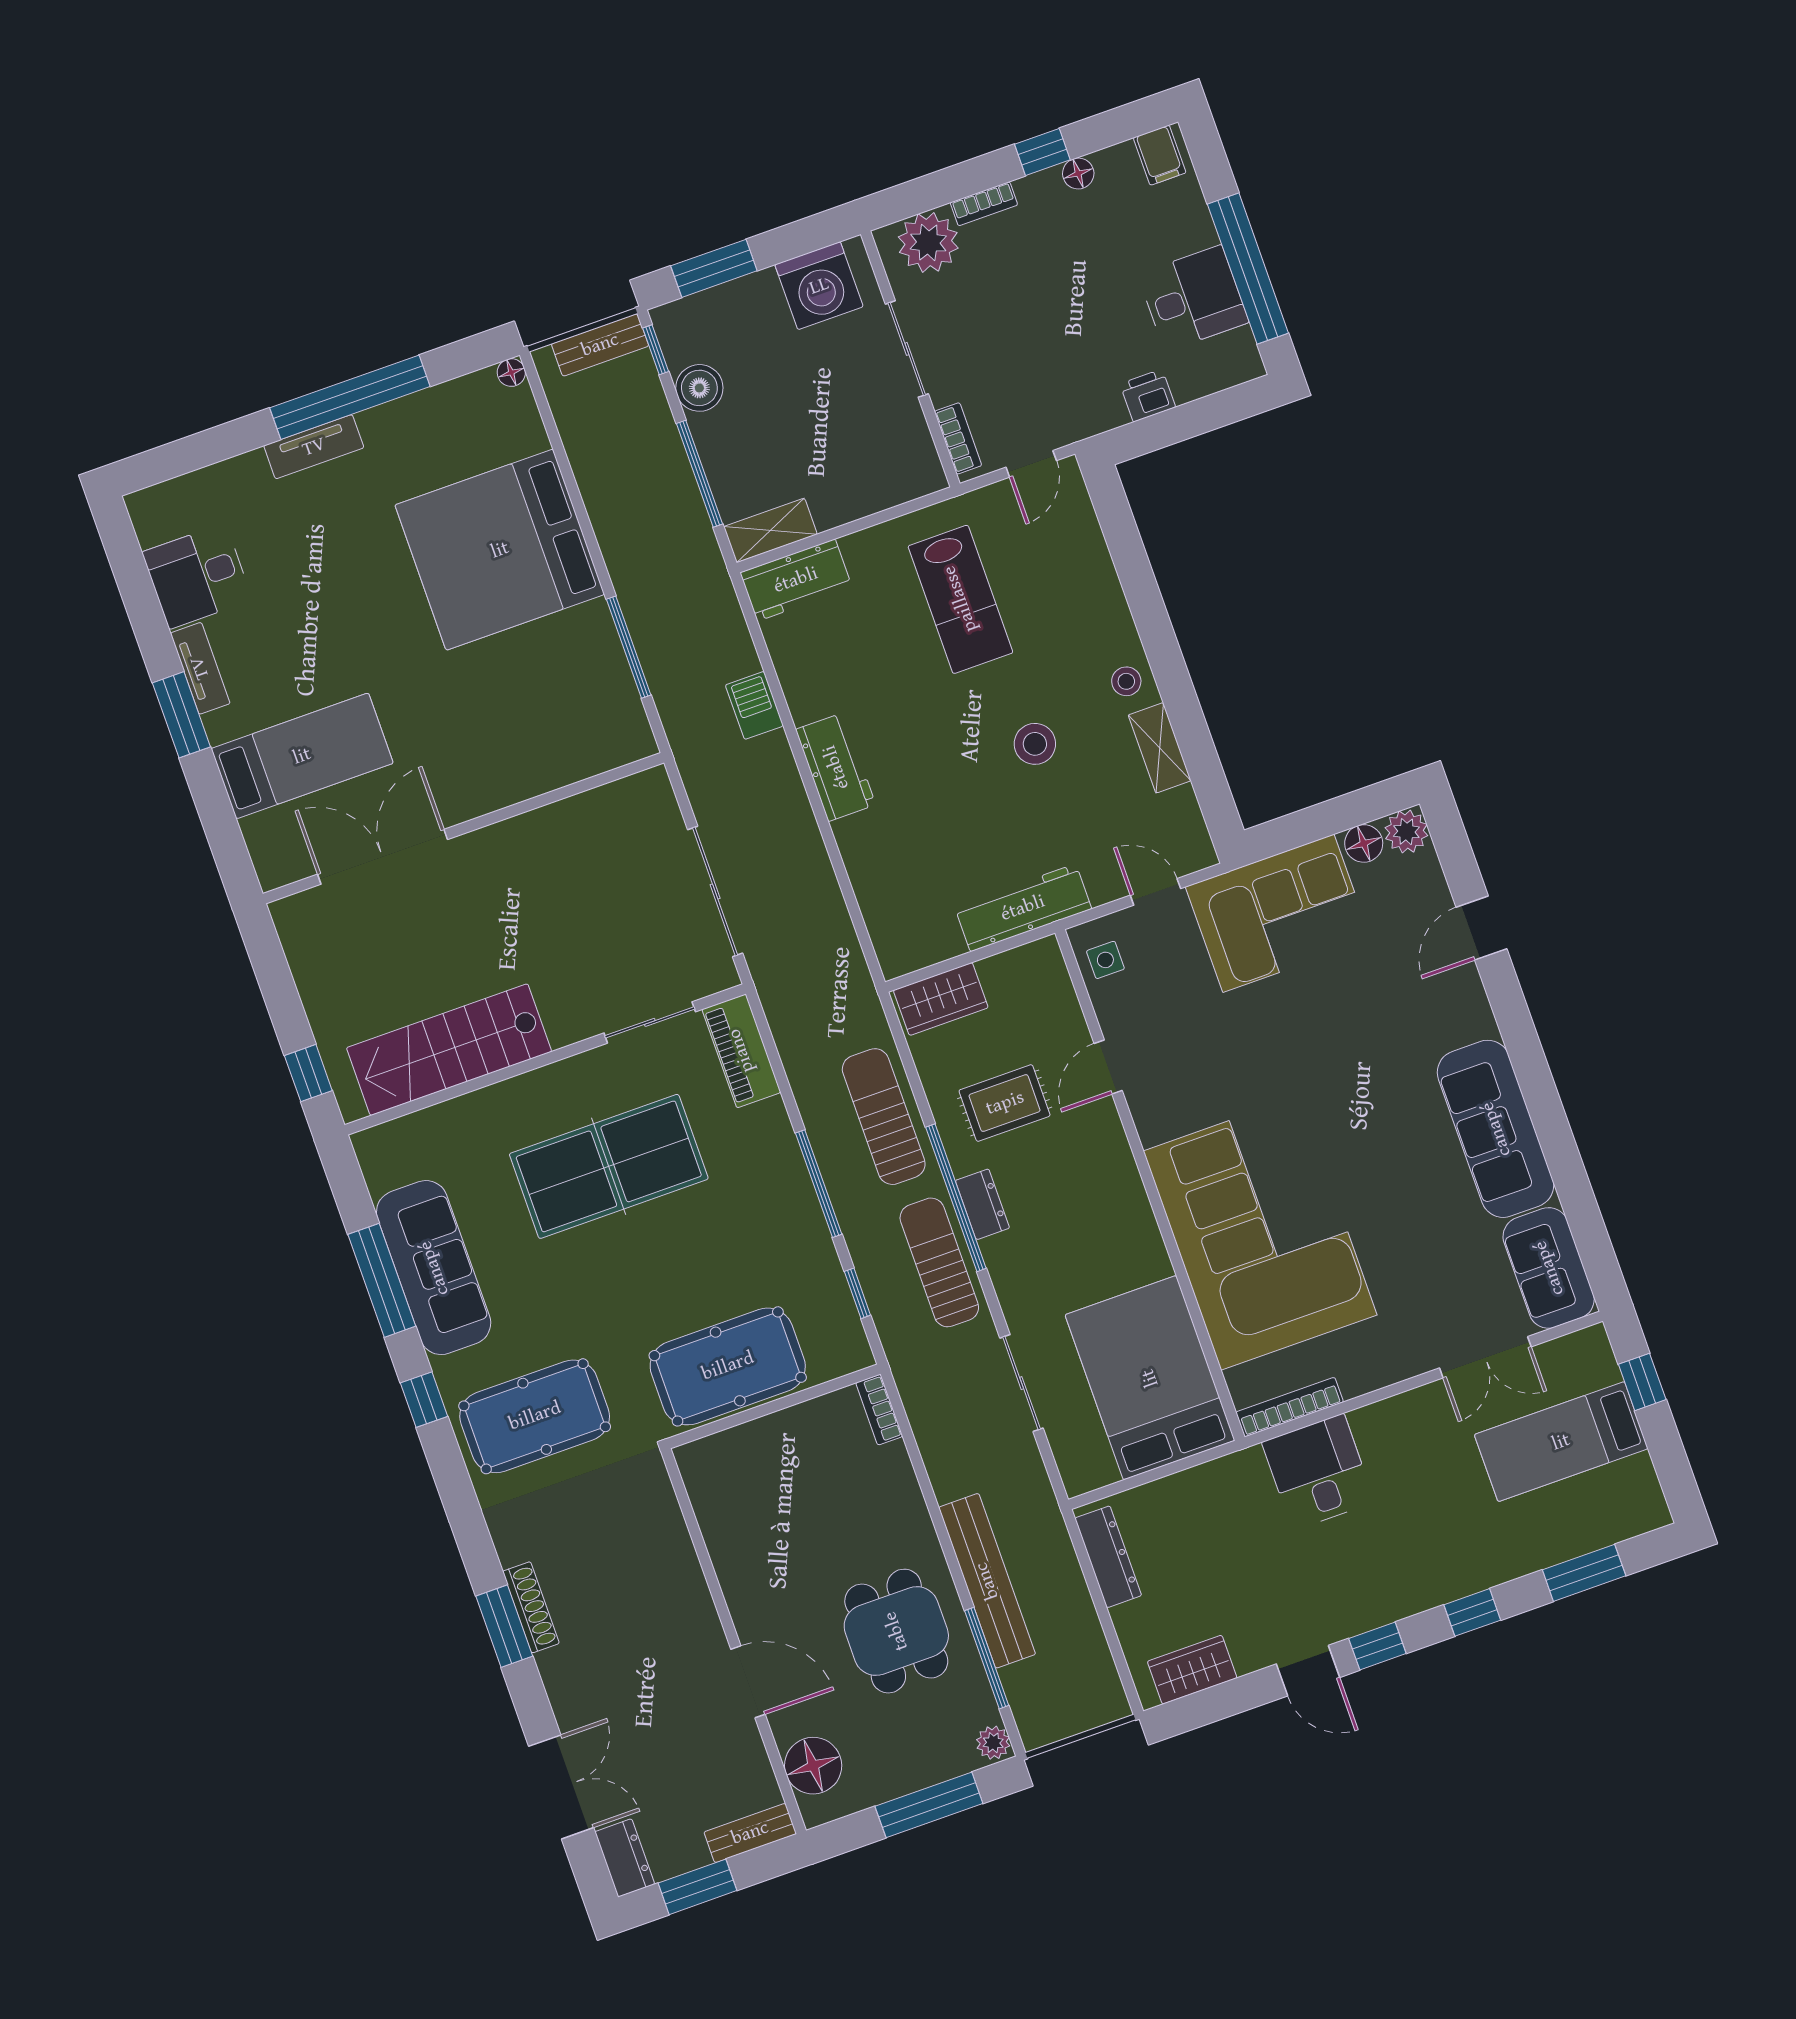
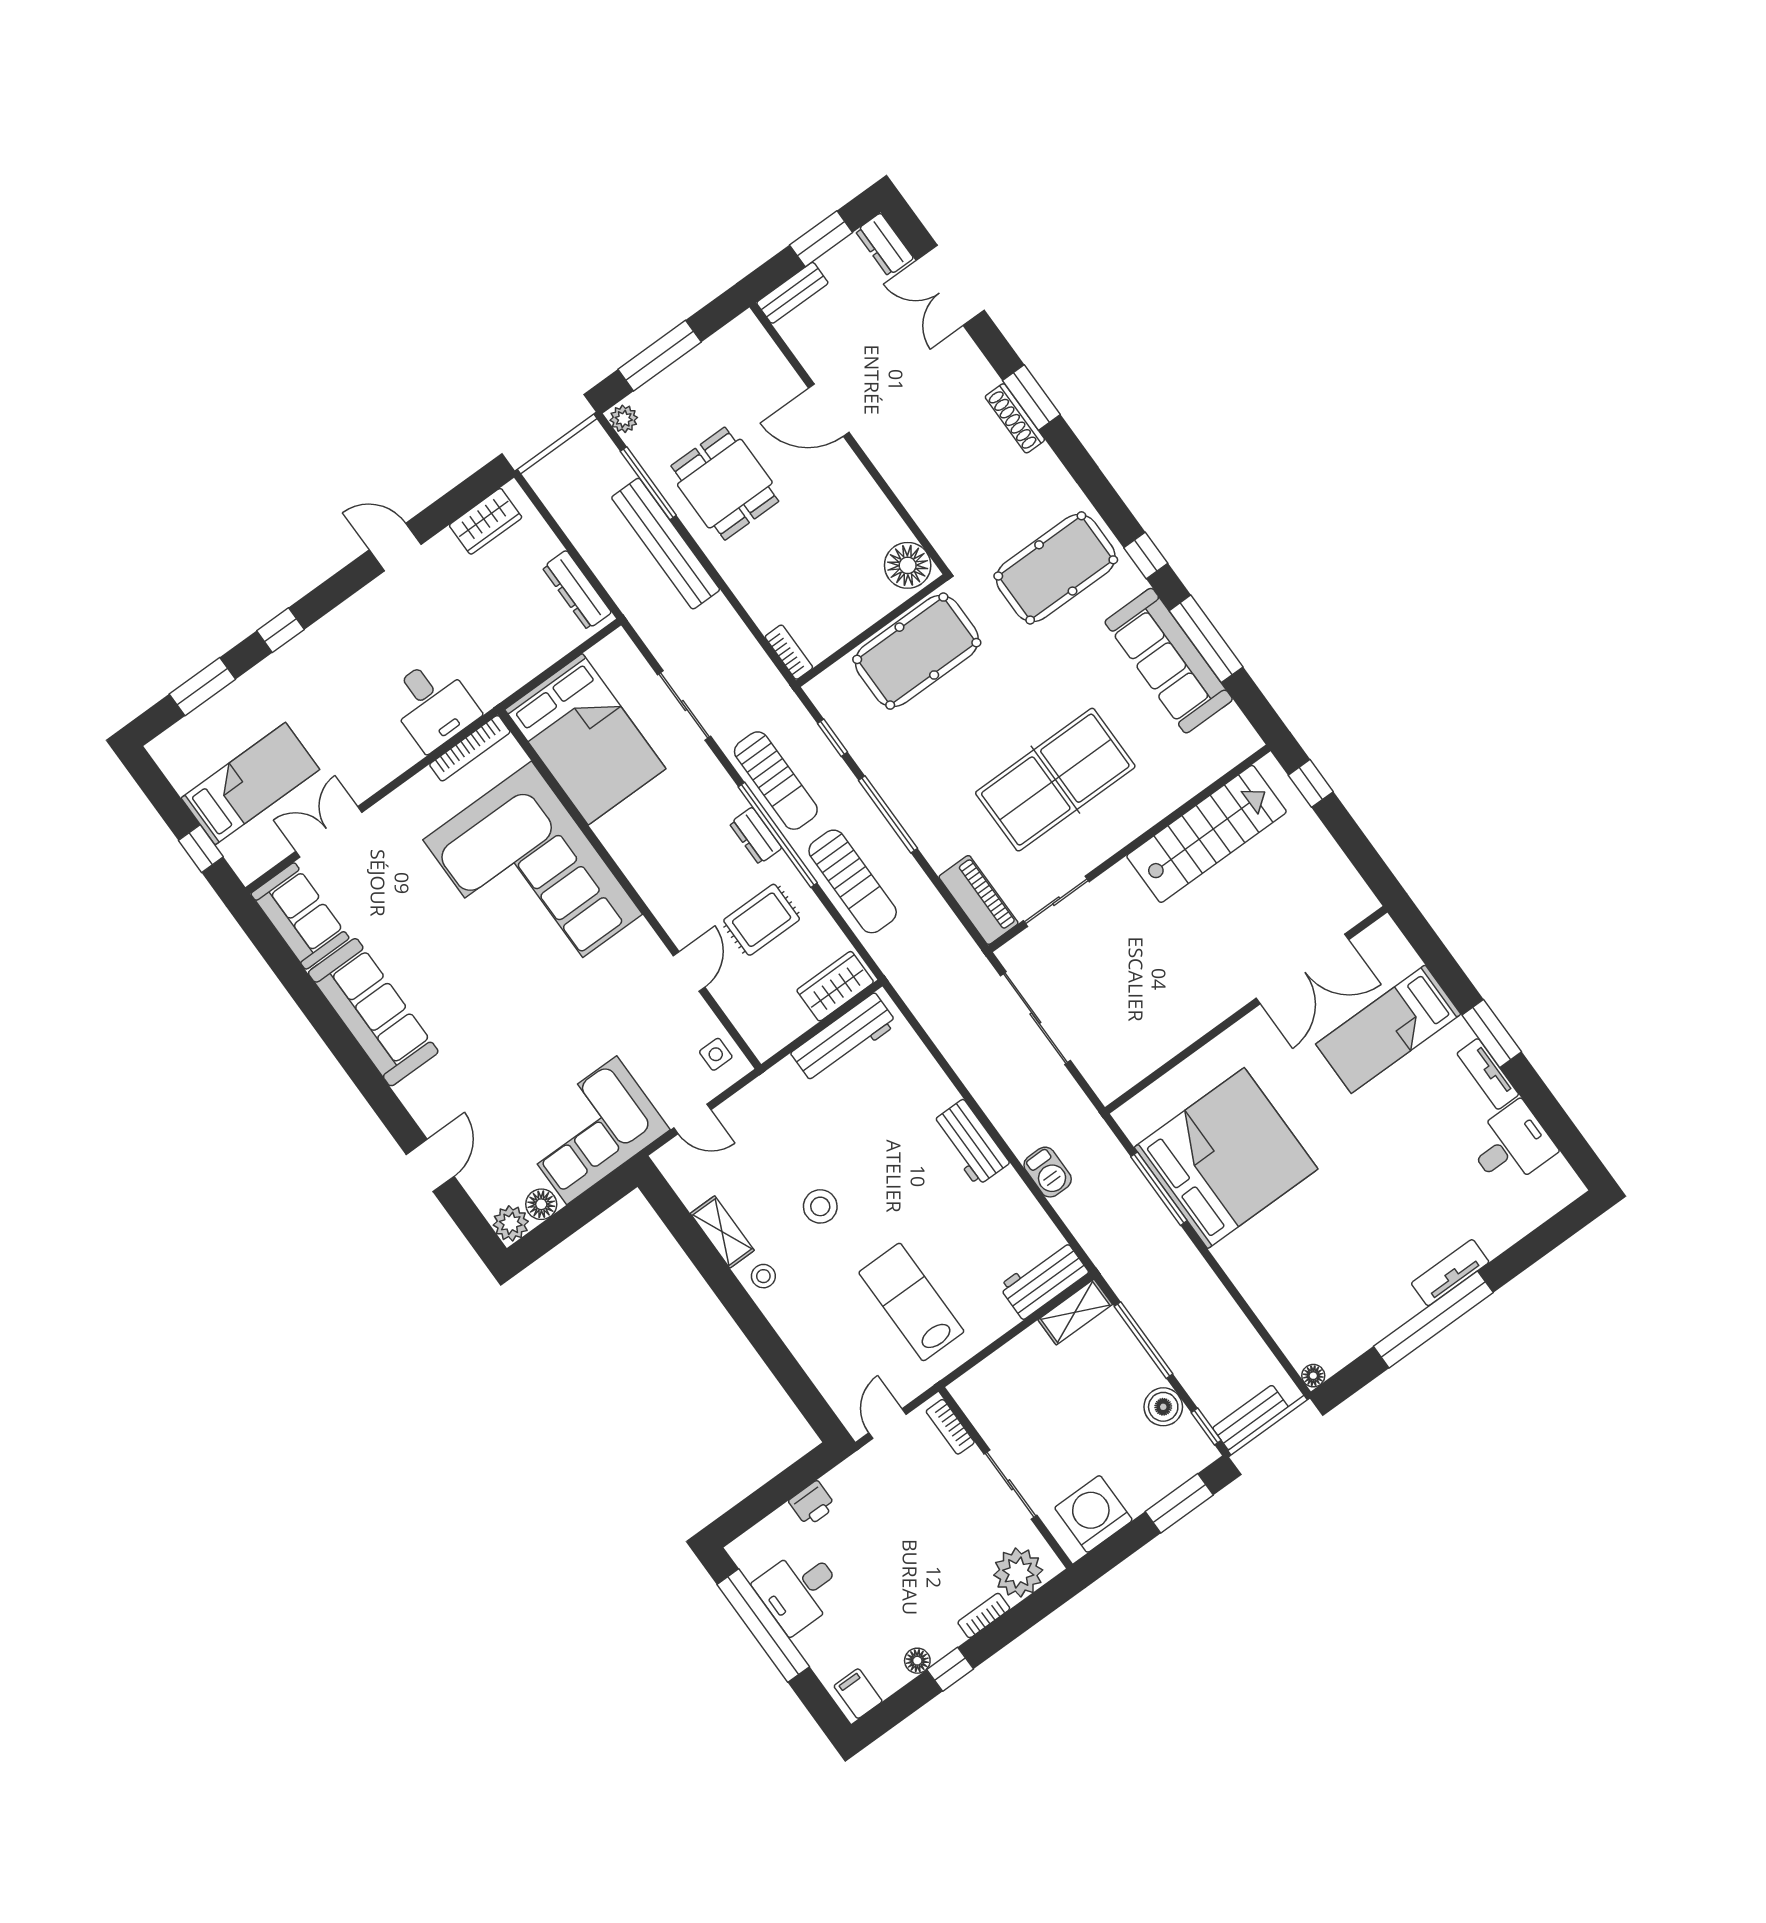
bed: (500, 550) -> (1226, 1158), moved
workbench: (1023, 908) -> (844, 1038), moved
window: (1377, 1646) -> (347, 582), removed
floor lamp: (813, 1766) -> (908, 565), moved

